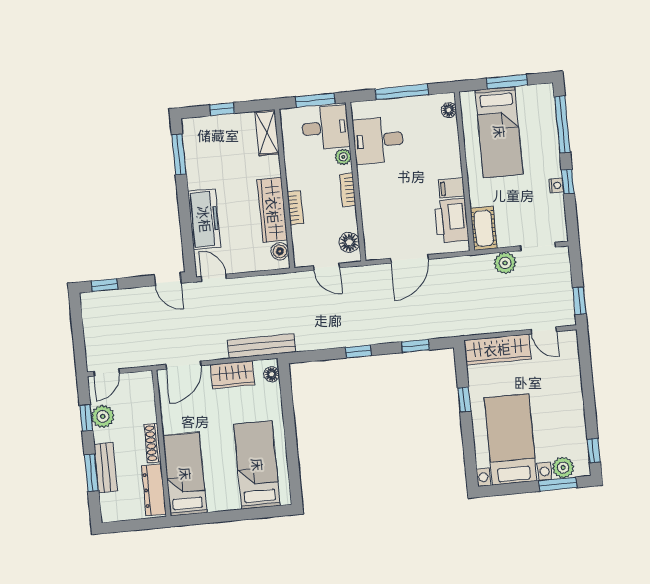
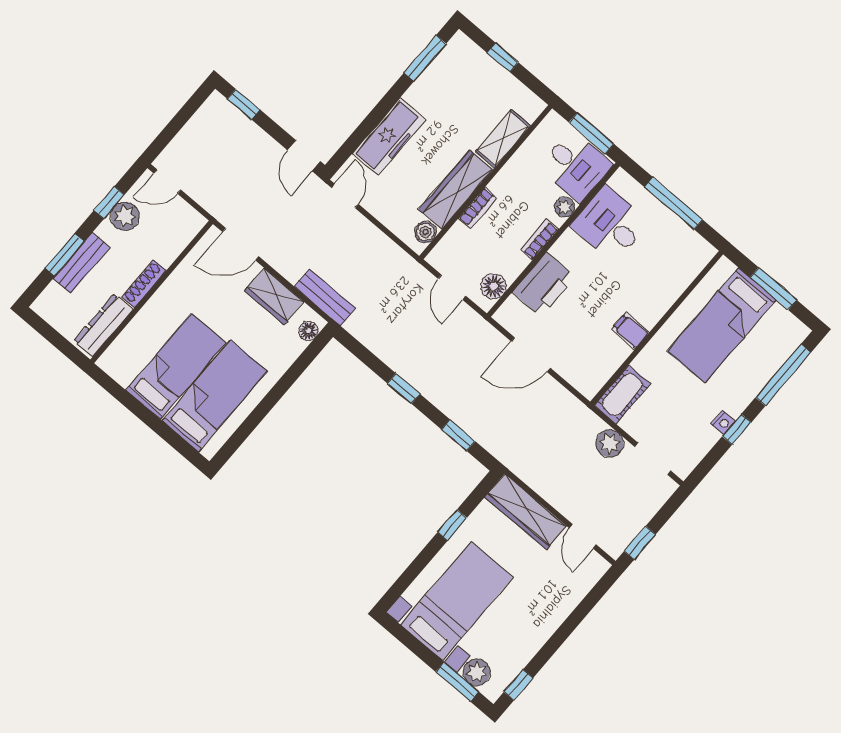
floor lamp: (449, 110) -> (698, 261), removed
shelving: (267, 133) -> (503, 139), moved
printer: (452, 220) -> (544, 284), moved, turned 180
bench: (262, 346) -> (325, 298), width x0.73
bed: (185, 474) -> (176, 366), moved

